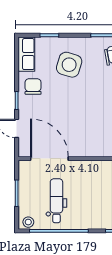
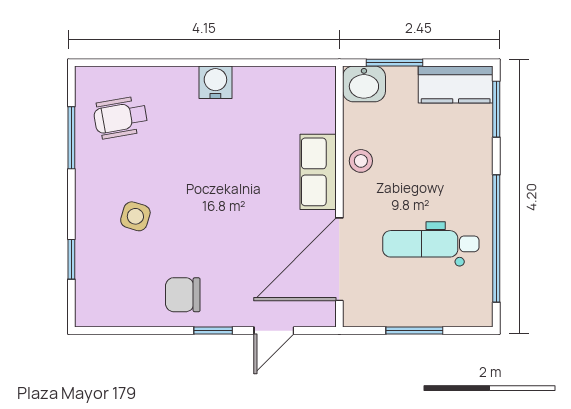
row of seats: (26, 54) -> (318, 172), moved, turned -90
side table: (69, 65) -> (135, 216), width x0.54, depth x0.54
stool: (28, 222) -> (361, 161), moved

